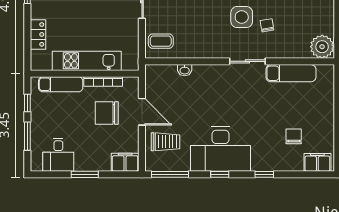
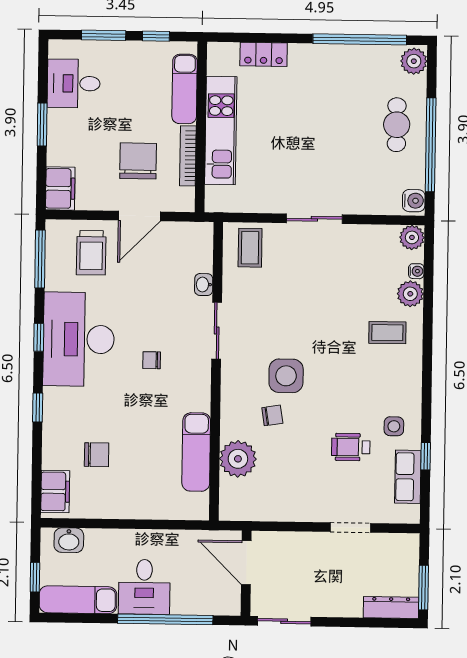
plant: (322, 47) -> (238, 459), moved
sliding door: (247, 61) -> (217, 331), moved
chair: (233, 102) -> (152, 360), added

